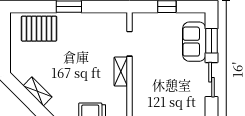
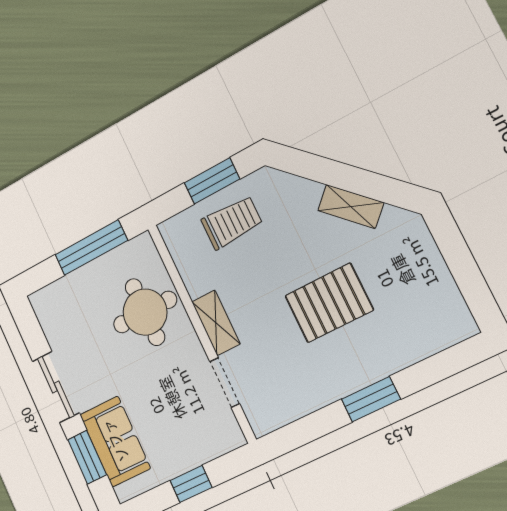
pallet: (39, 29) -> (329, 303), moved
round table: (151, 92) -> (145, 312), added

